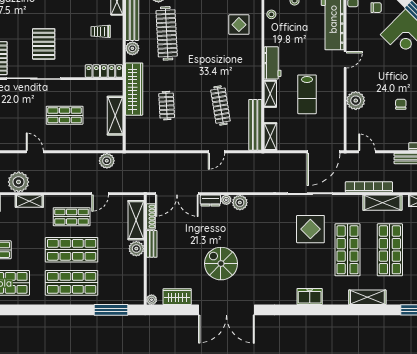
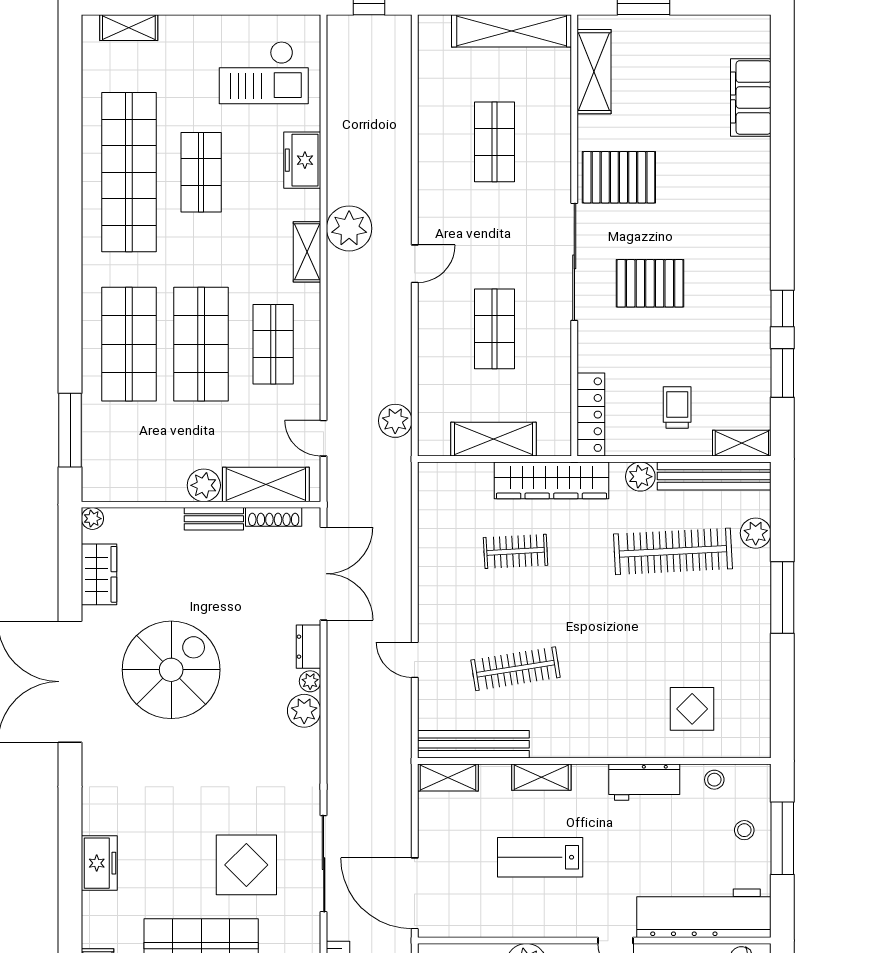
workbench: (273, 63) -> (644, 782), moved
door: (100, 194) -> (324, 438), moved
double door: (177, 194) -> (324, 574), swing flipped
spiral stairs: (221, 264) -> (171, 670), width x1.37, depth x1.37

